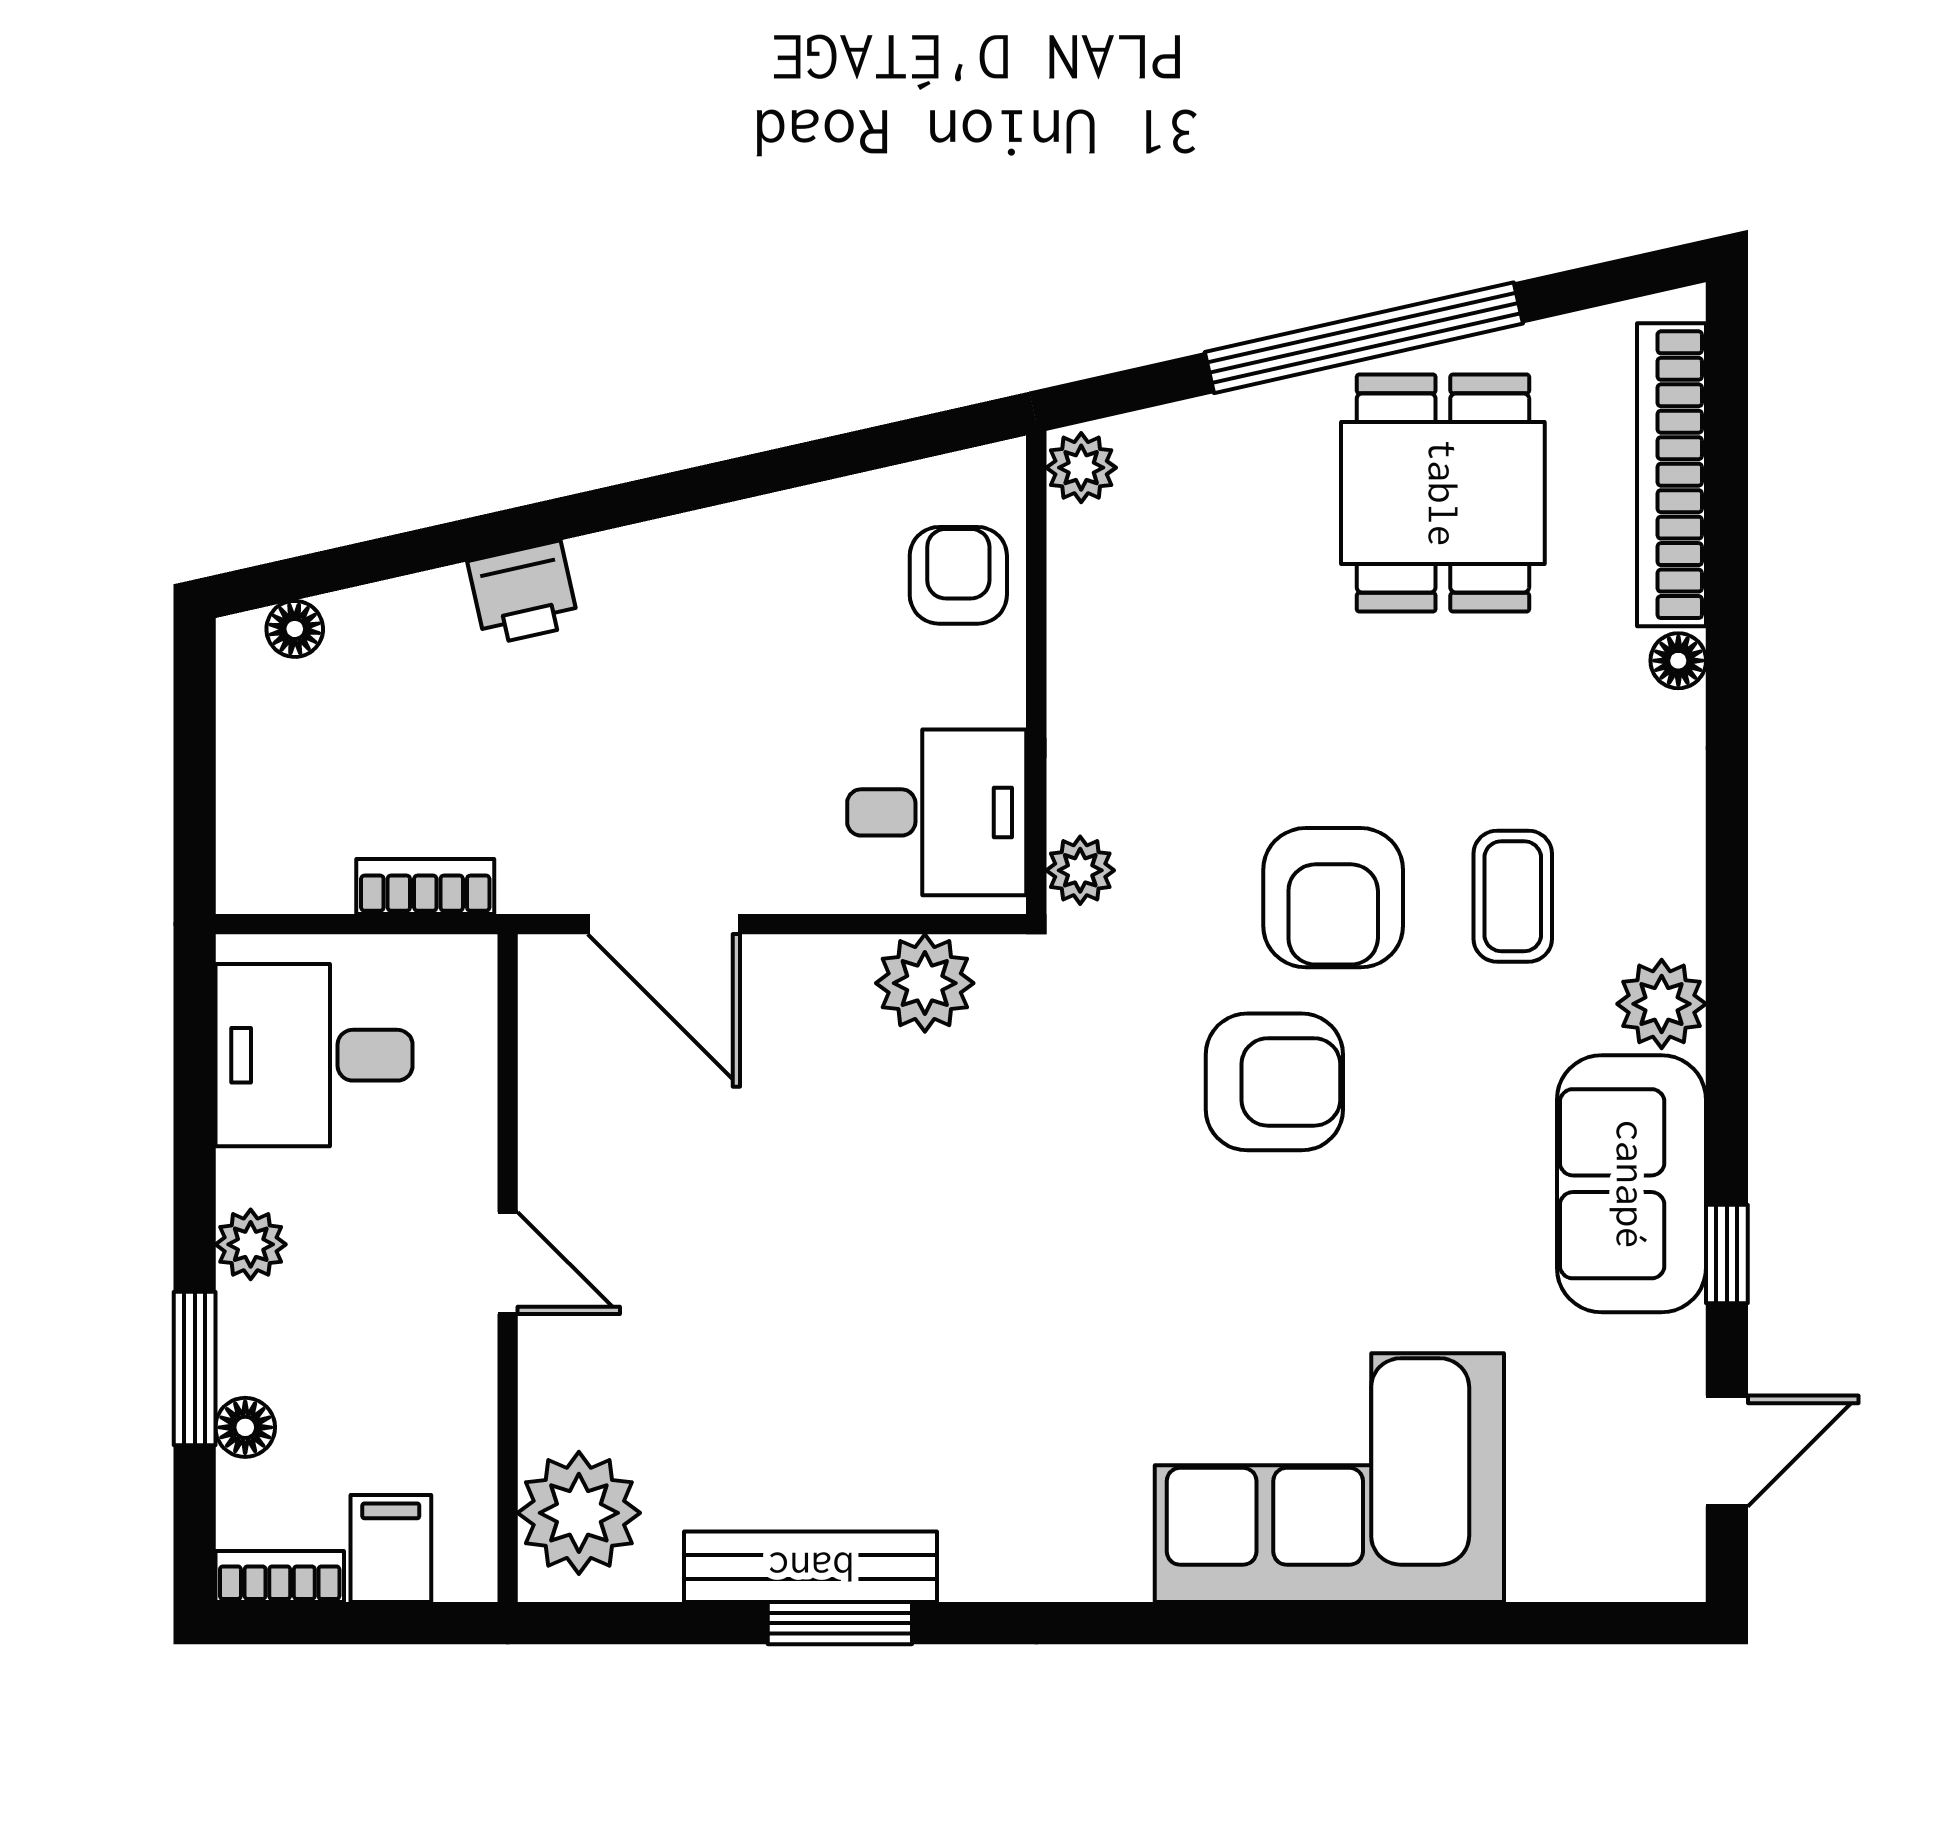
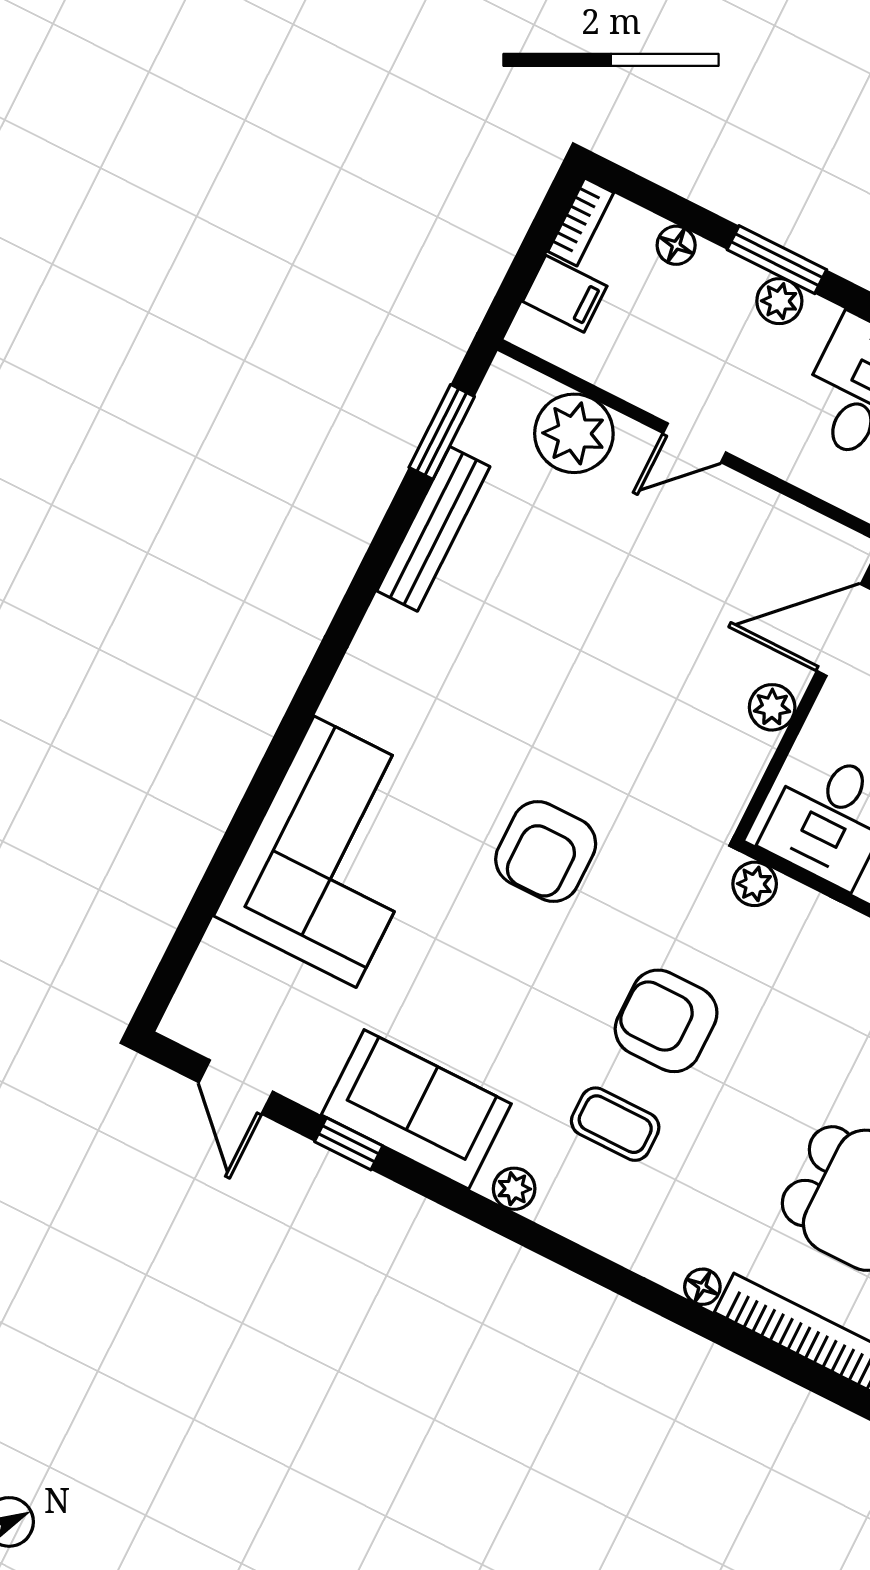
plant: (925, 983) -> (772, 707), moved, width x0.73, depth x0.73
plant: (1662, 1004) -> (514, 1189), width x0.73, depth x0.73
armchair: (1274, 1082) -> (546, 851), moved
window: (195, 1368) -> (777, 260), moved
plant: (579, 1513) -> (574, 433), moved
window: (840, 1623) -> (442, 432), moved

